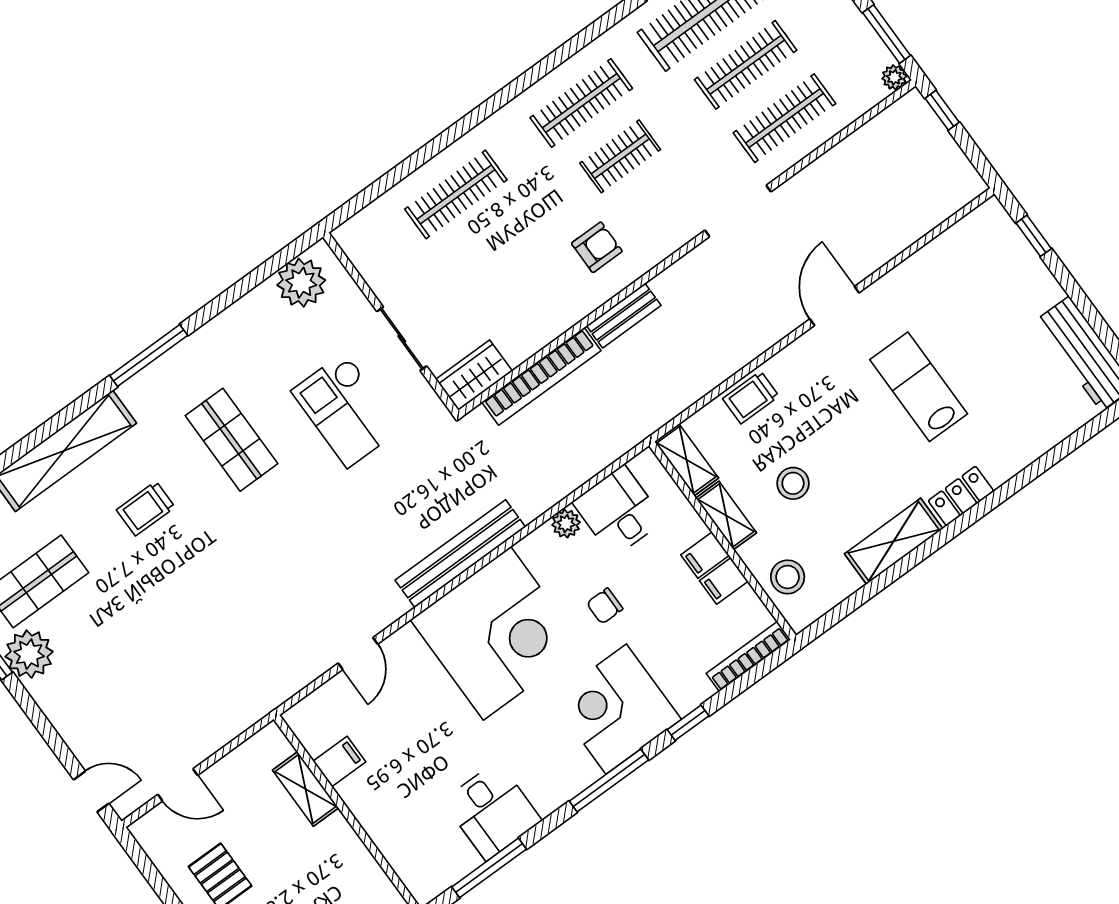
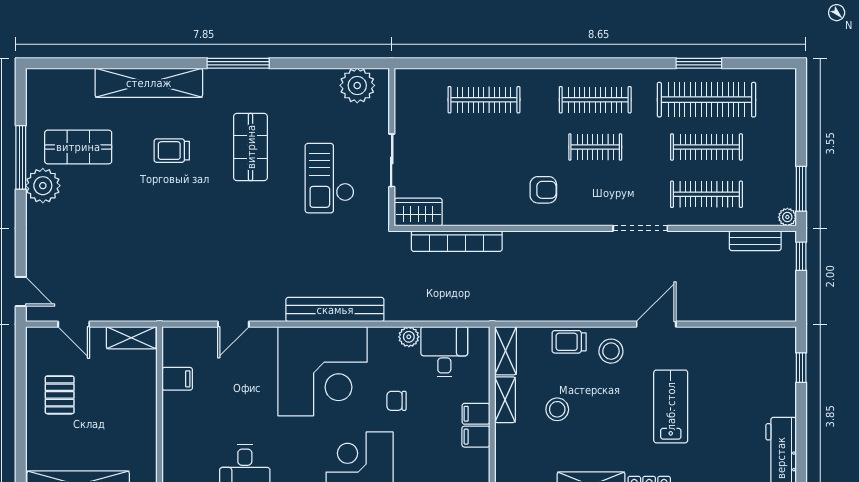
bench: (624, 316) -> (755, 241), moved
stool: (788, 577) -> (611, 351), moved
shelving: (306, 789) -> (131, 338), moved, turned 90

